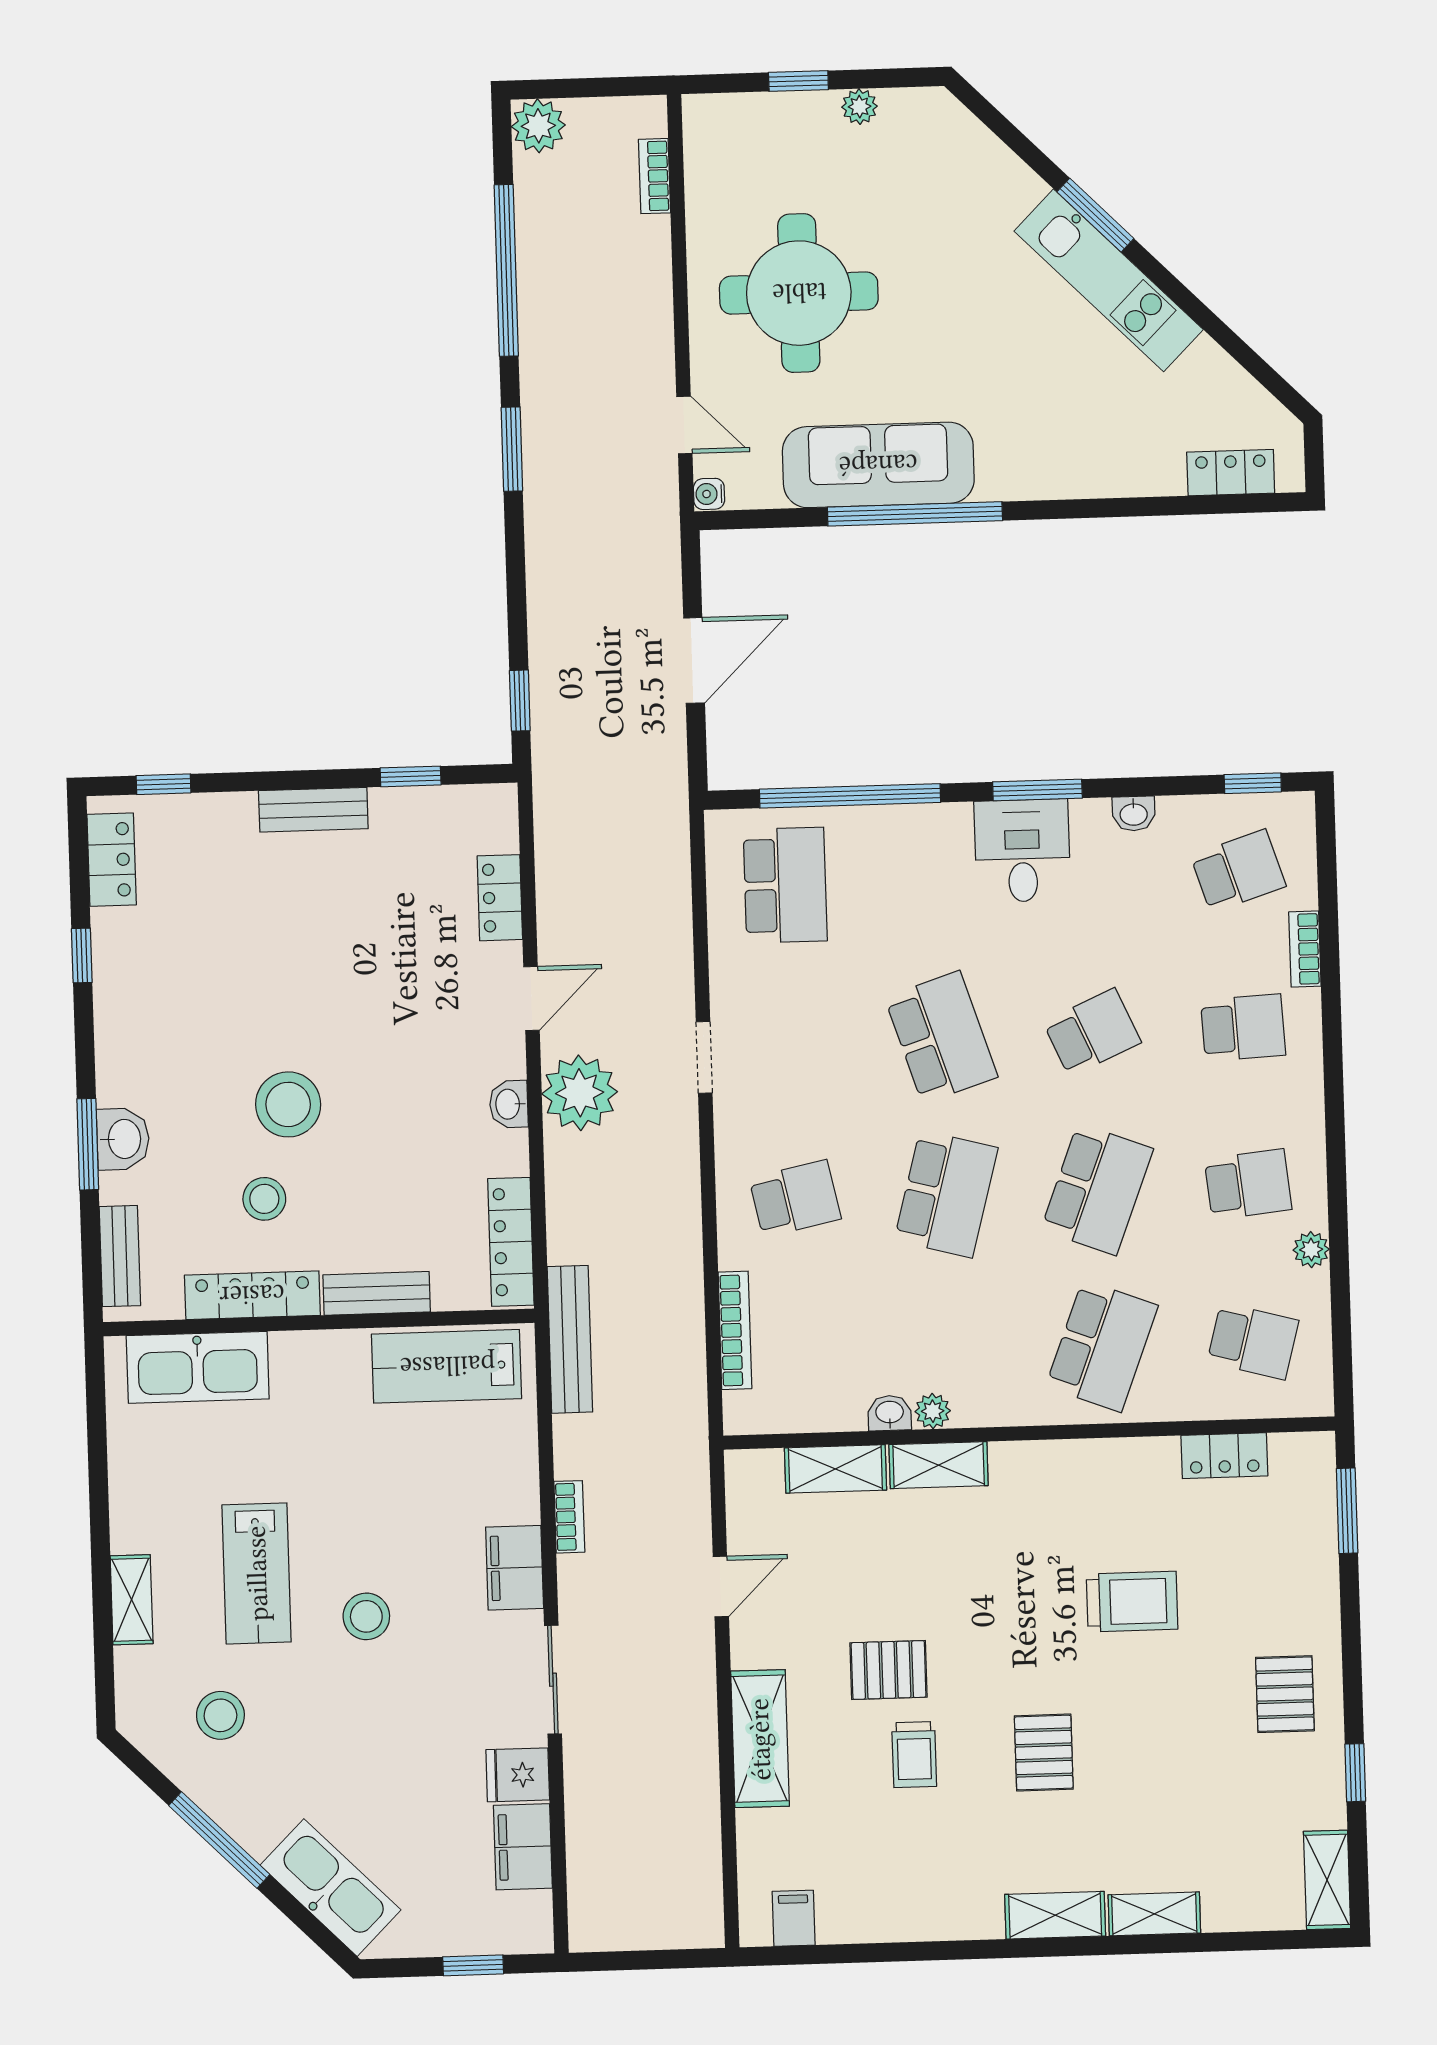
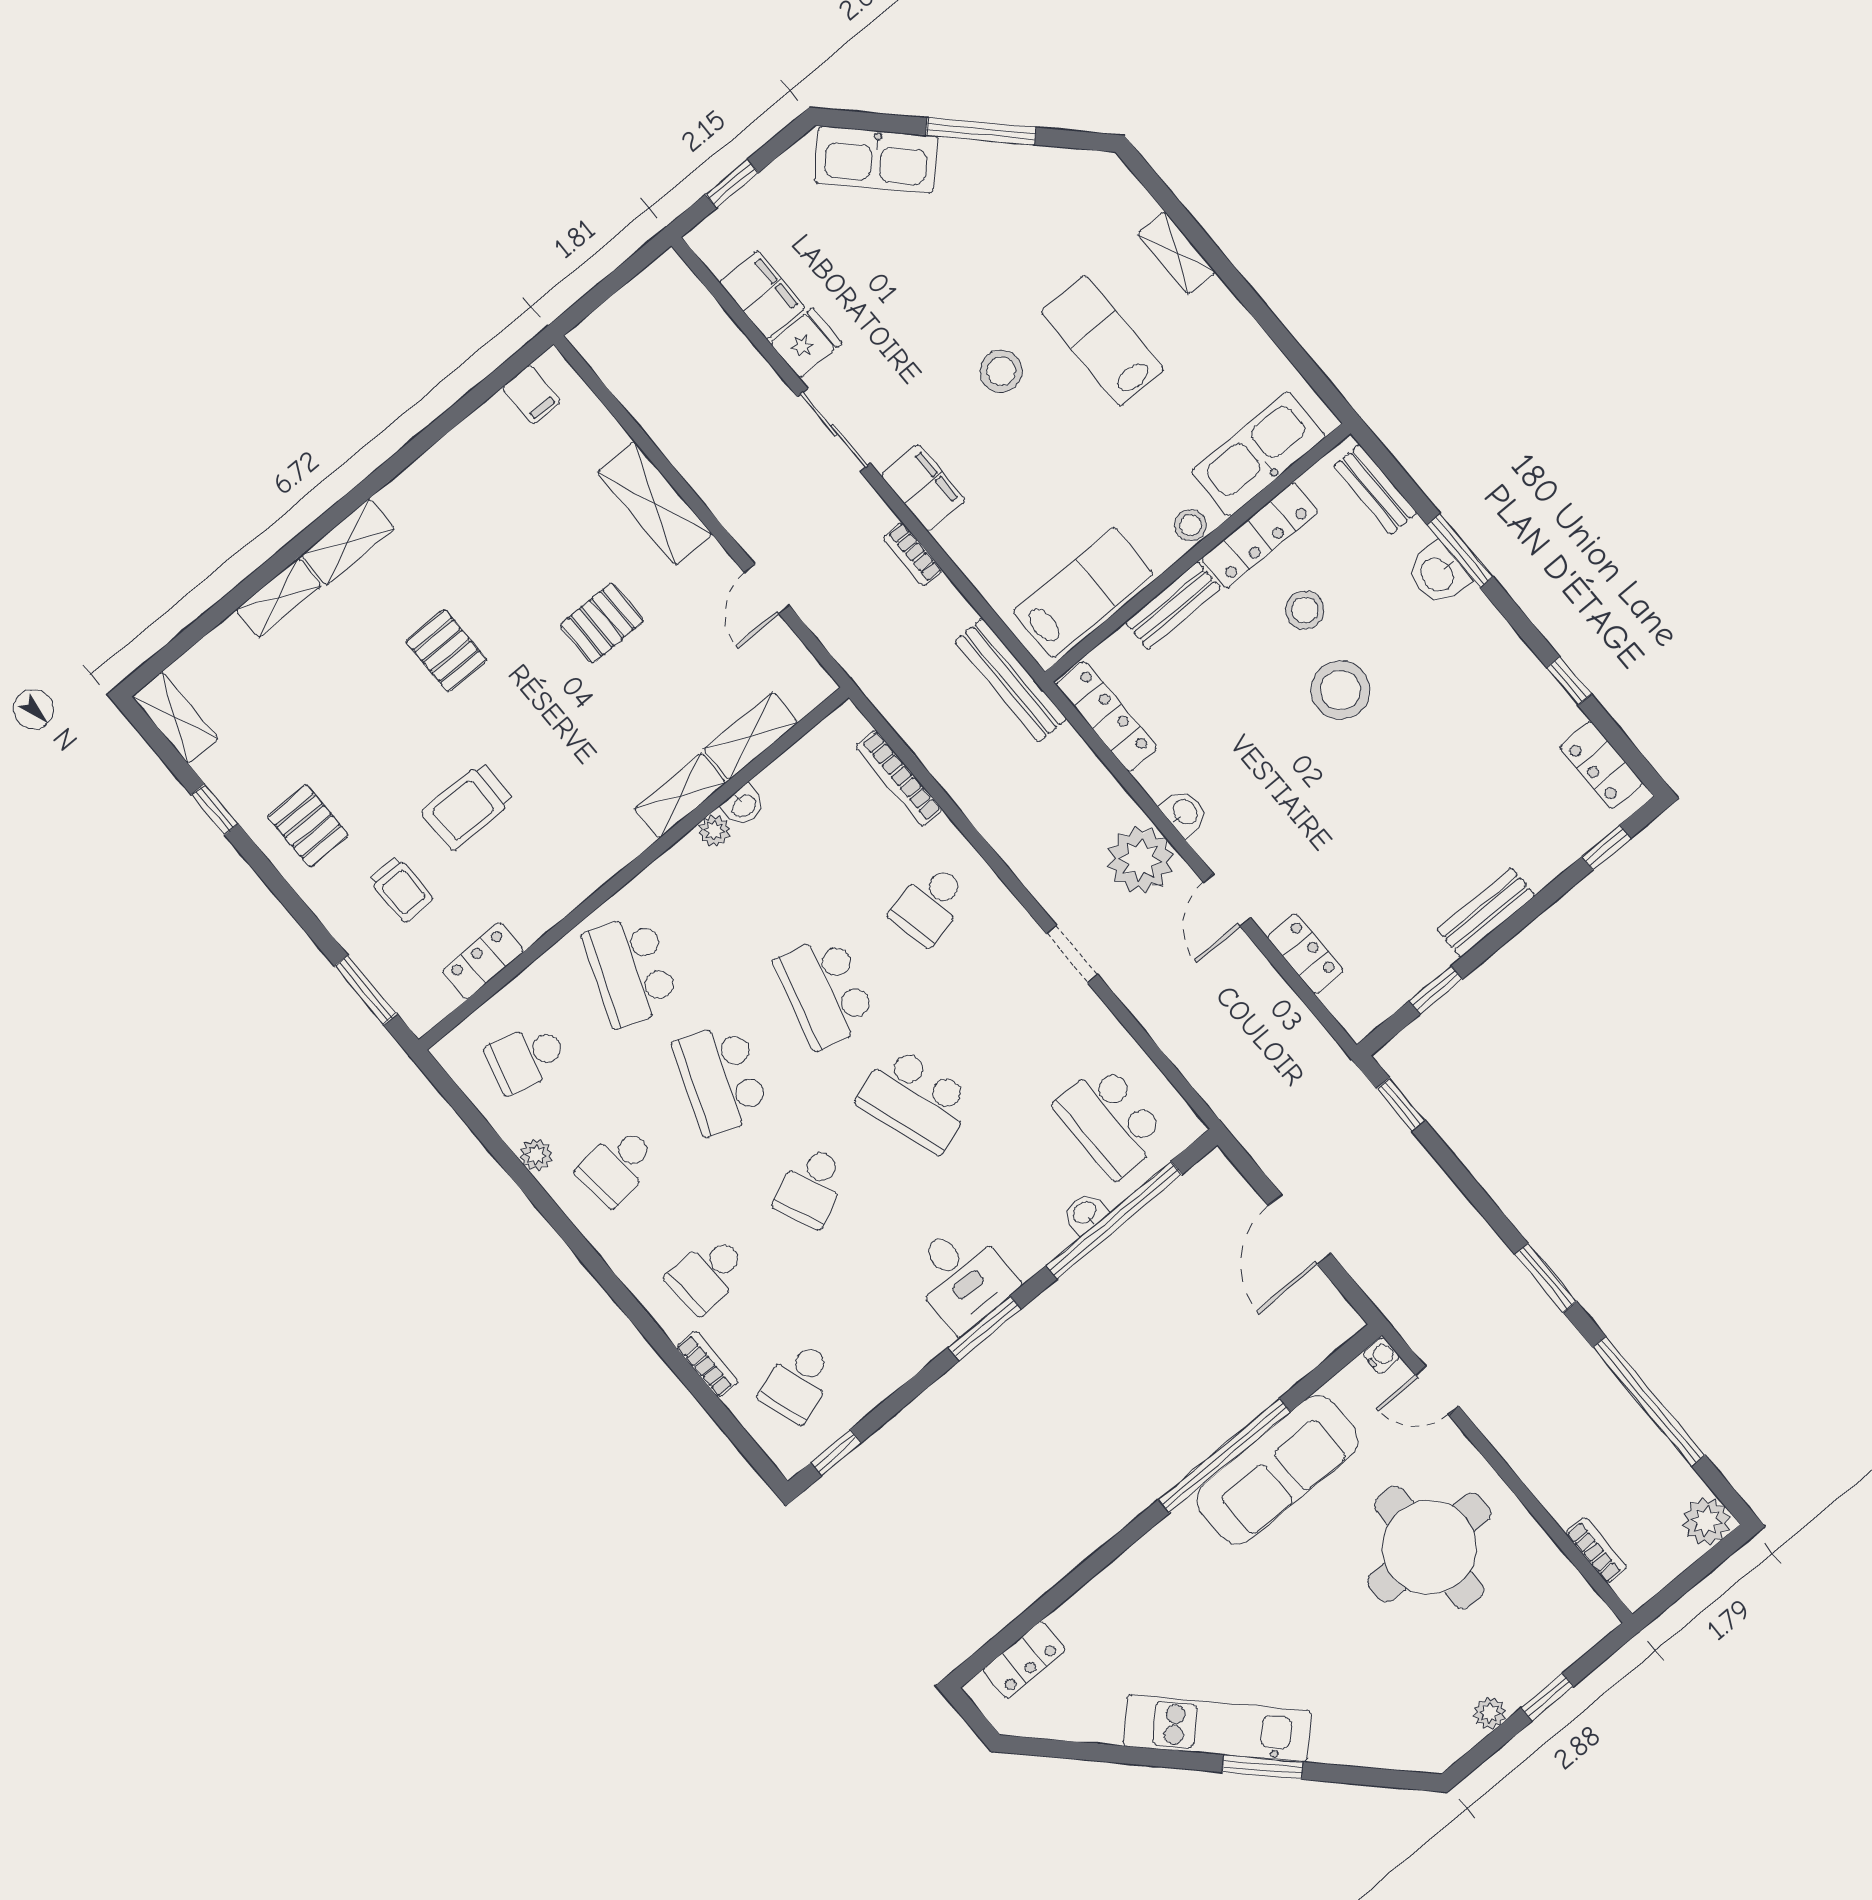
washbasin: (1134, 814) -> (1085, 1213), moved
stool: (220, 1715) -> (1191, 525), moved, width x0.73, depth x0.73
trolley: (914, 1755) -> (401, 889), moved, turned 180

